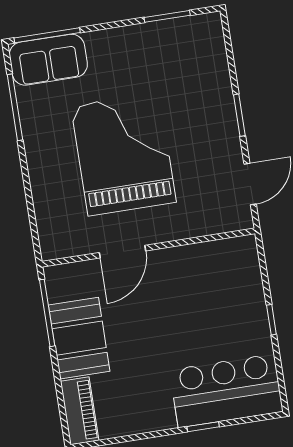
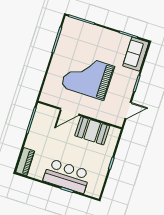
sofa: (48, 60) -> (136, 54), moved, turned 90
grand piano: (124, 154) -> (88, 77), turned -90
booth: (79, 338) -> (92, 131), moved, turned 90
bar counter: (226, 391) -> (67, 176), moved

